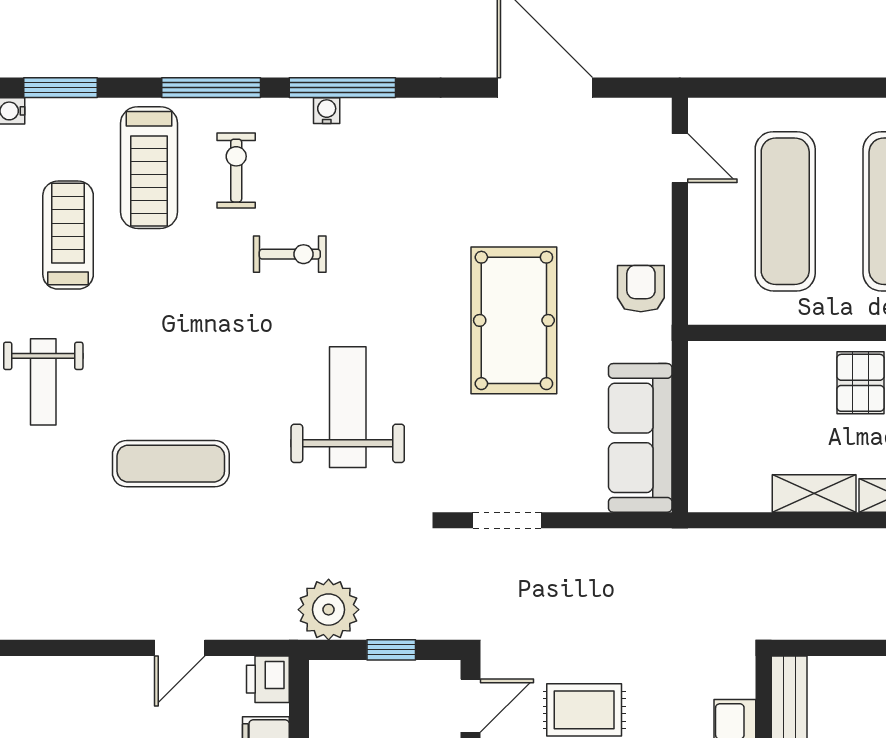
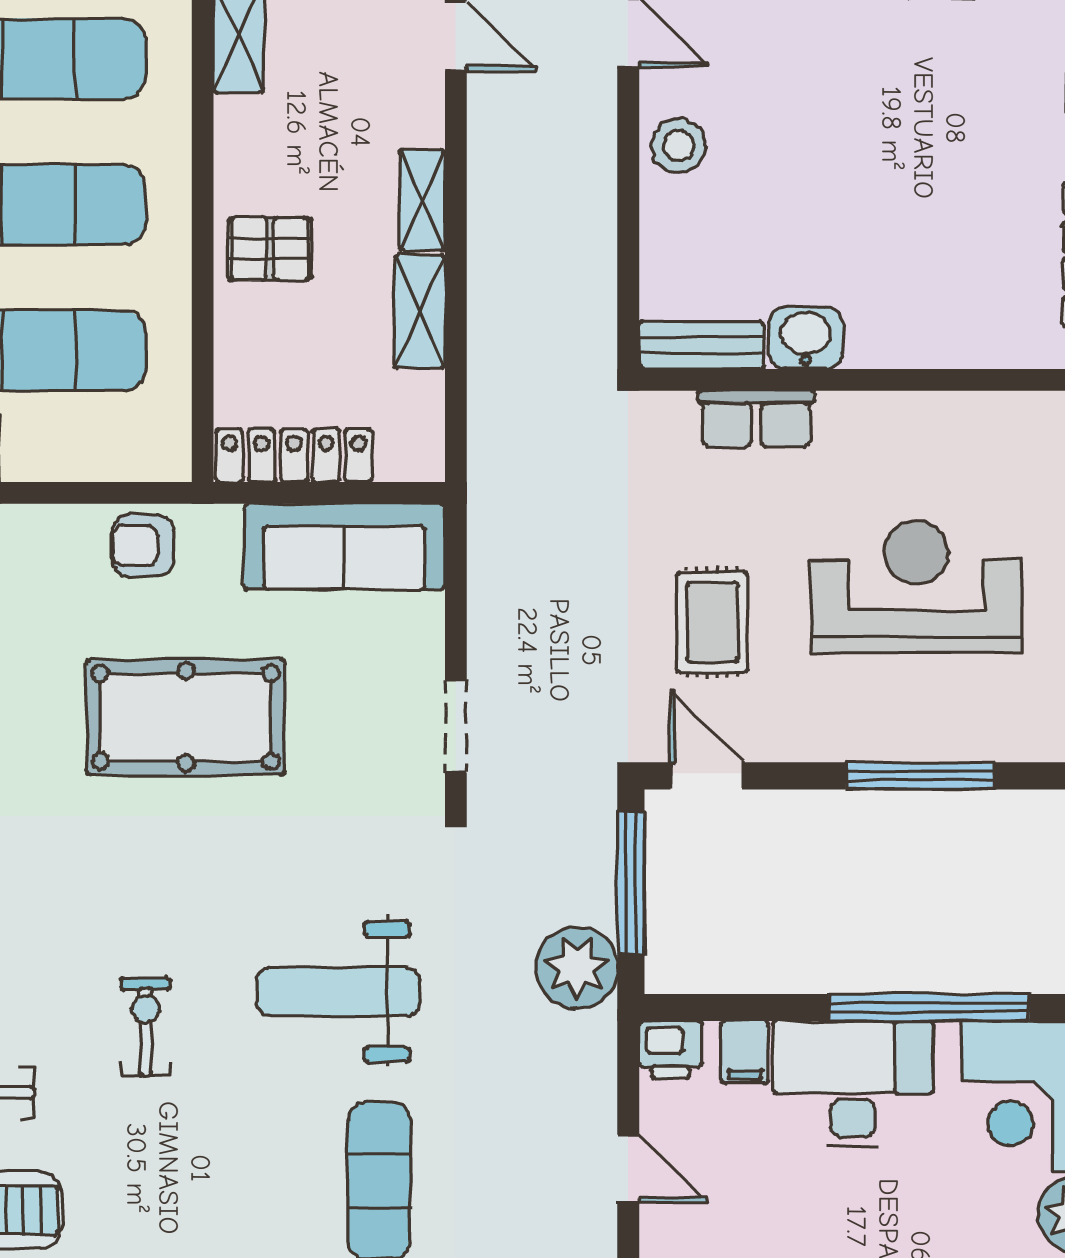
exercise bike: (290, 254) -> (145, 1027), moved
locker: (708, 400) -> (294, 455), added
weight bench: (348, 407) -> (338, 992), moved
window: (391, 650) -> (631, 883), width x2.17

